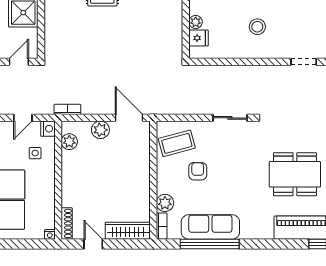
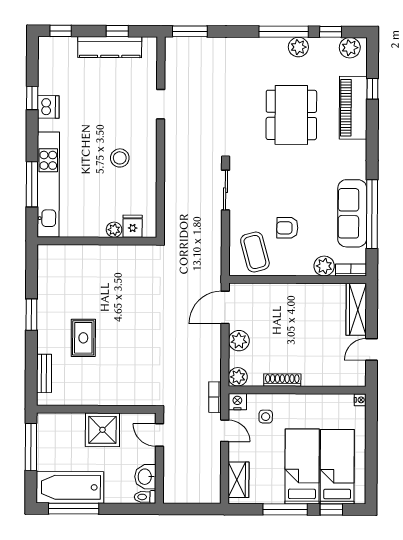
bookcase: (67, 109) -> (215, 397), moved
plant: (69, 142) -> (238, 377), moved
shoe rack: (67, 223) -> (282, 380), moved

